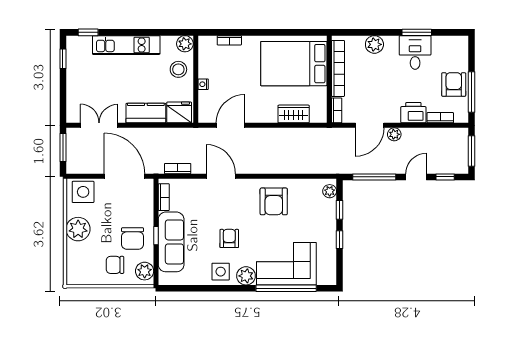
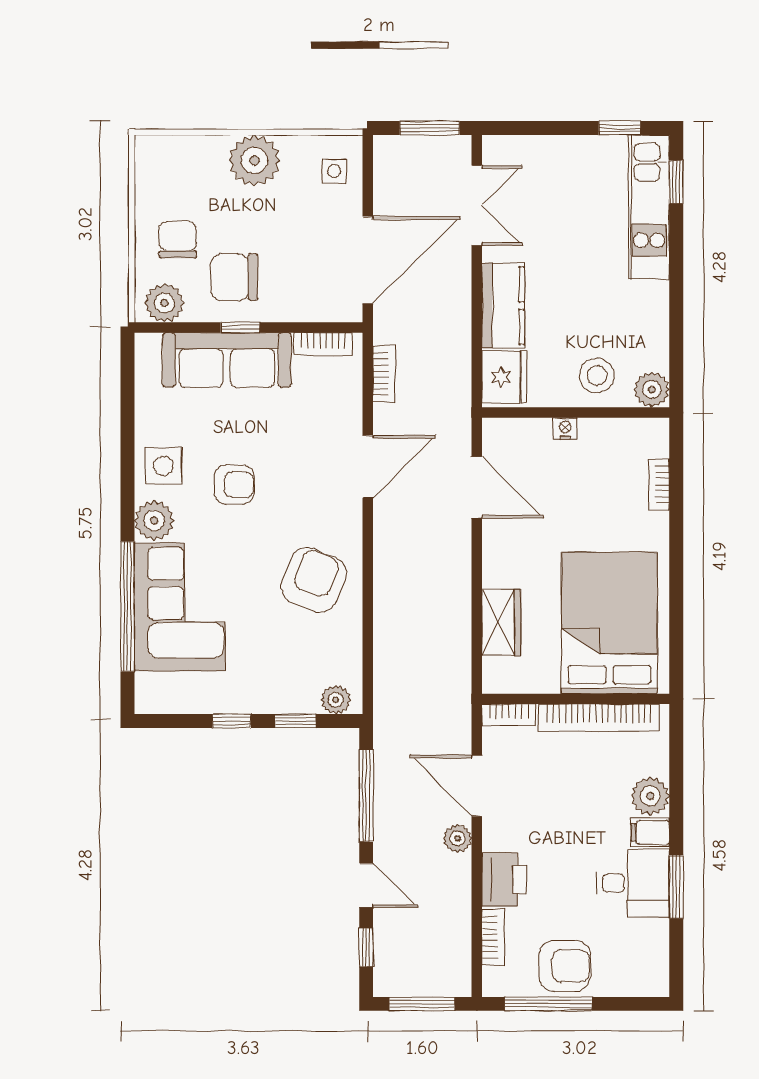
kitchen unit: (126, 45) -> (649, 207), moved
filing cabinet: (391, 45) -> (650, 832), added
side table: (83, 192) -> (334, 171), width x0.54, depth x0.54
armchair: (274, 201) -> (314, 580), turned 112

